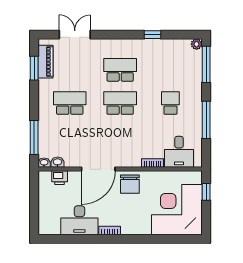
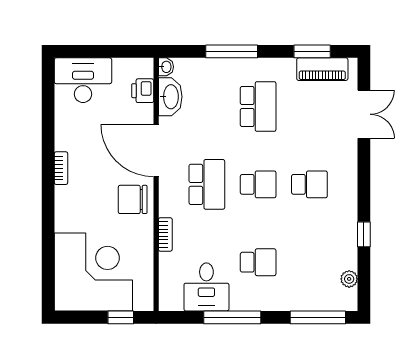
plant: (197, 44) -> (349, 279), moved
school desk: (120, 70) -> (309, 184), width x0.54
school desk: (120, 103) -> (258, 184), width x0.54
school desk: (120, 136) -> (207, 184), added
window: (34, 137) -> (232, 51), moved
desk: (179, 152) -> (206, 287), moved, turned -90
washbasin: (58, 162) -> (170, 97), width x1.91, depth x1.45
desk: (79, 220) -> (83, 80), moved, turned 90

